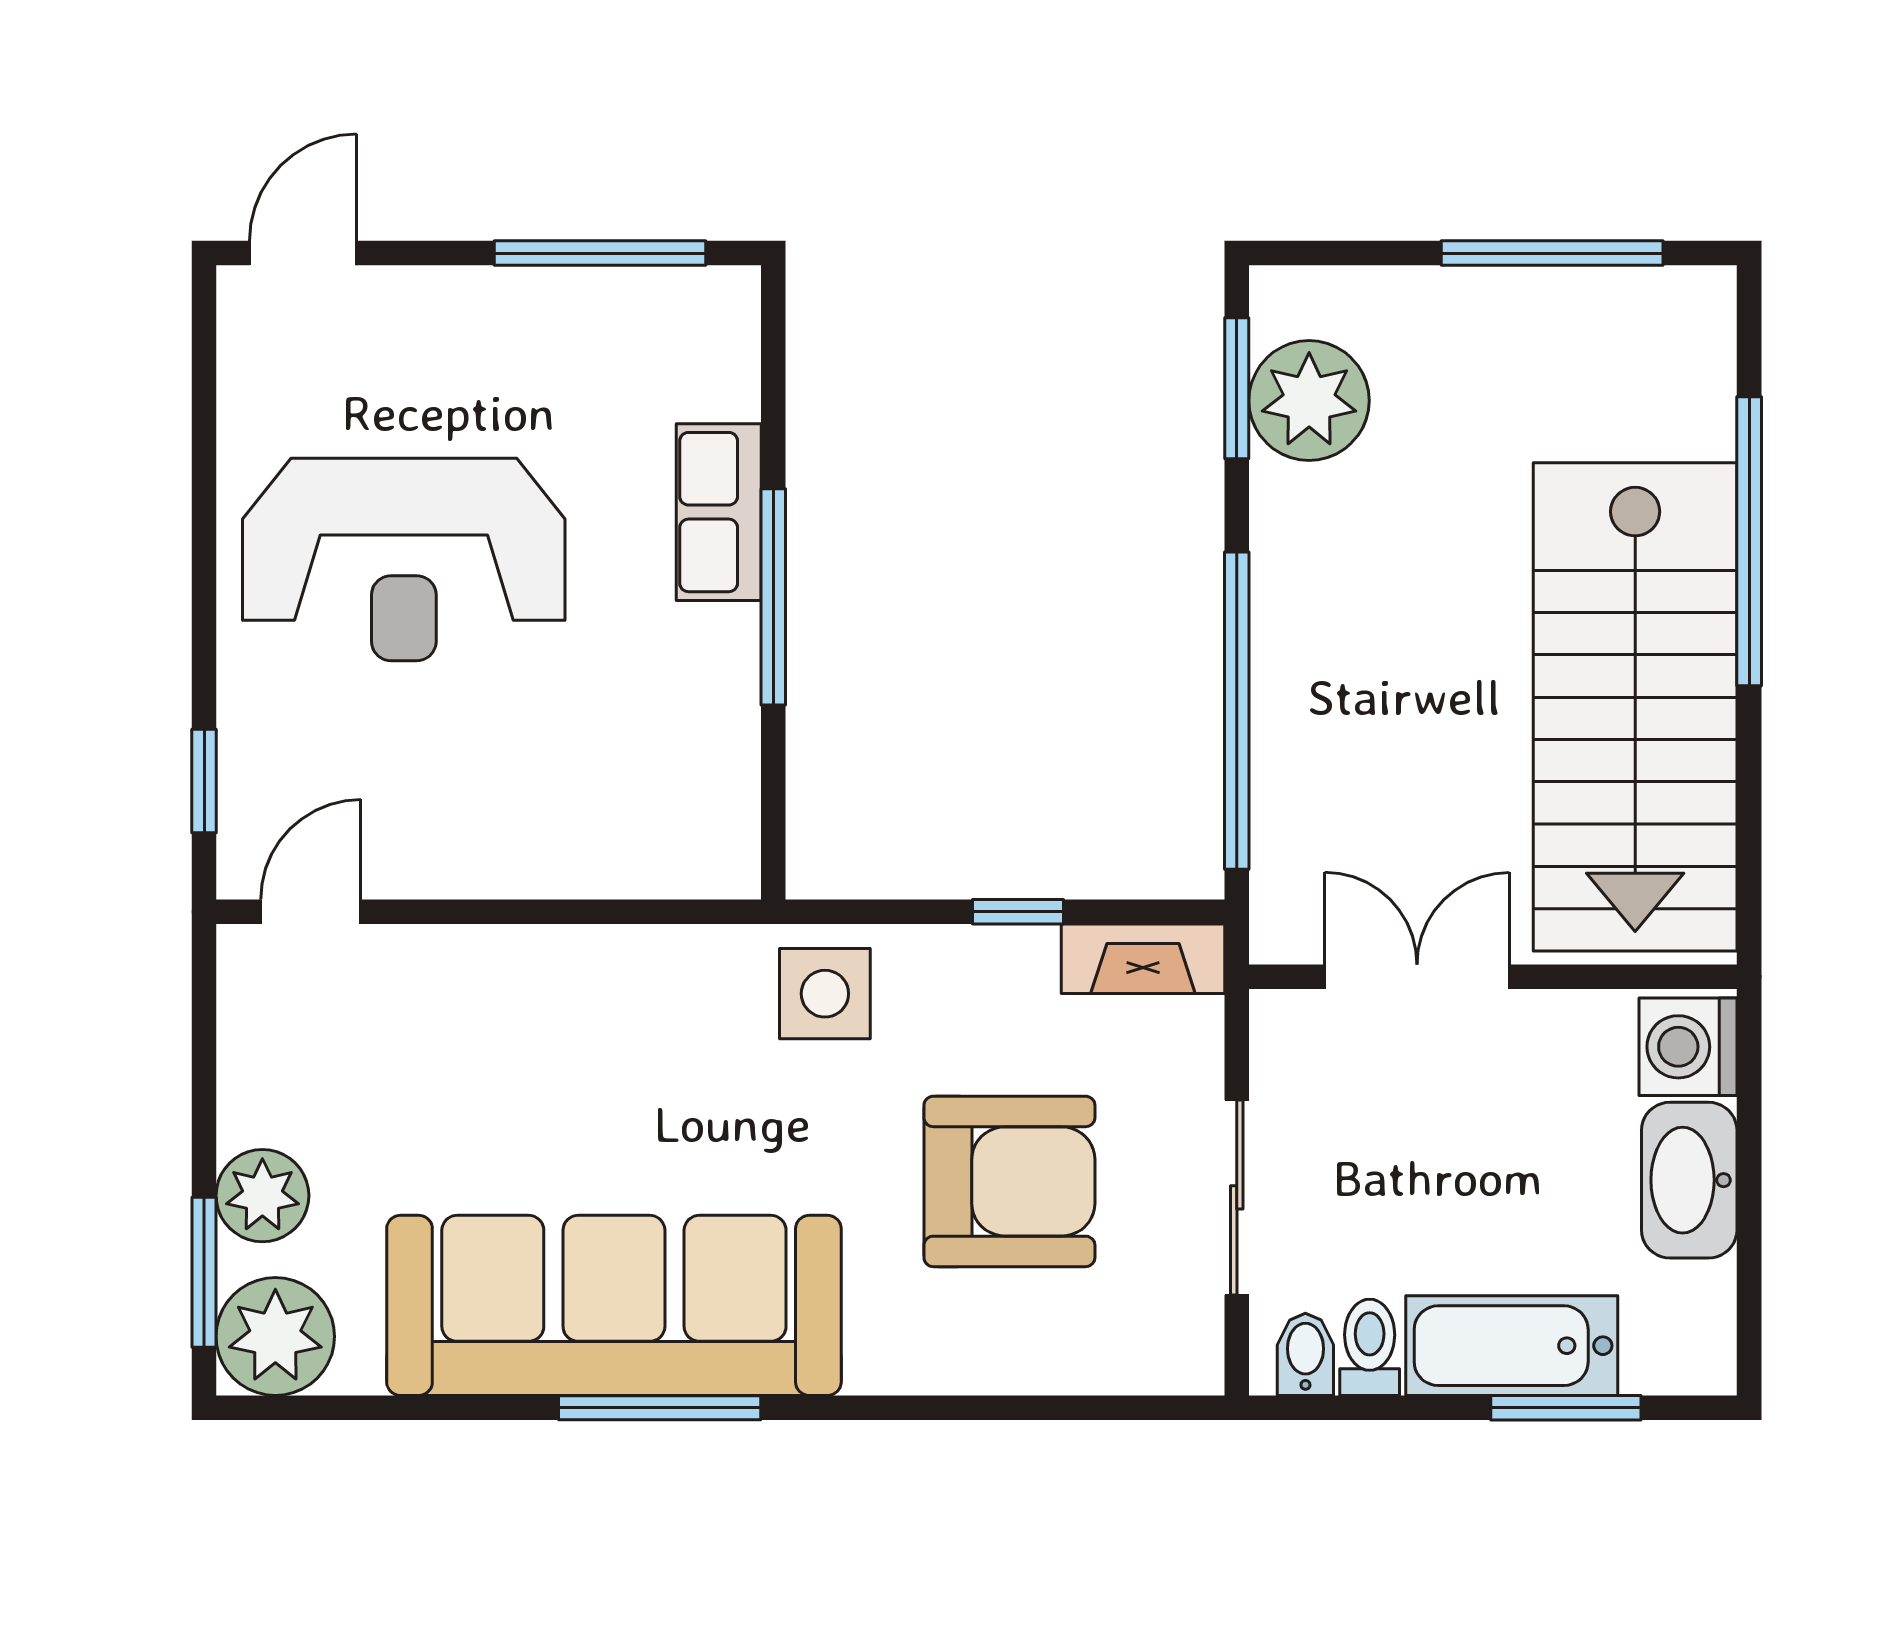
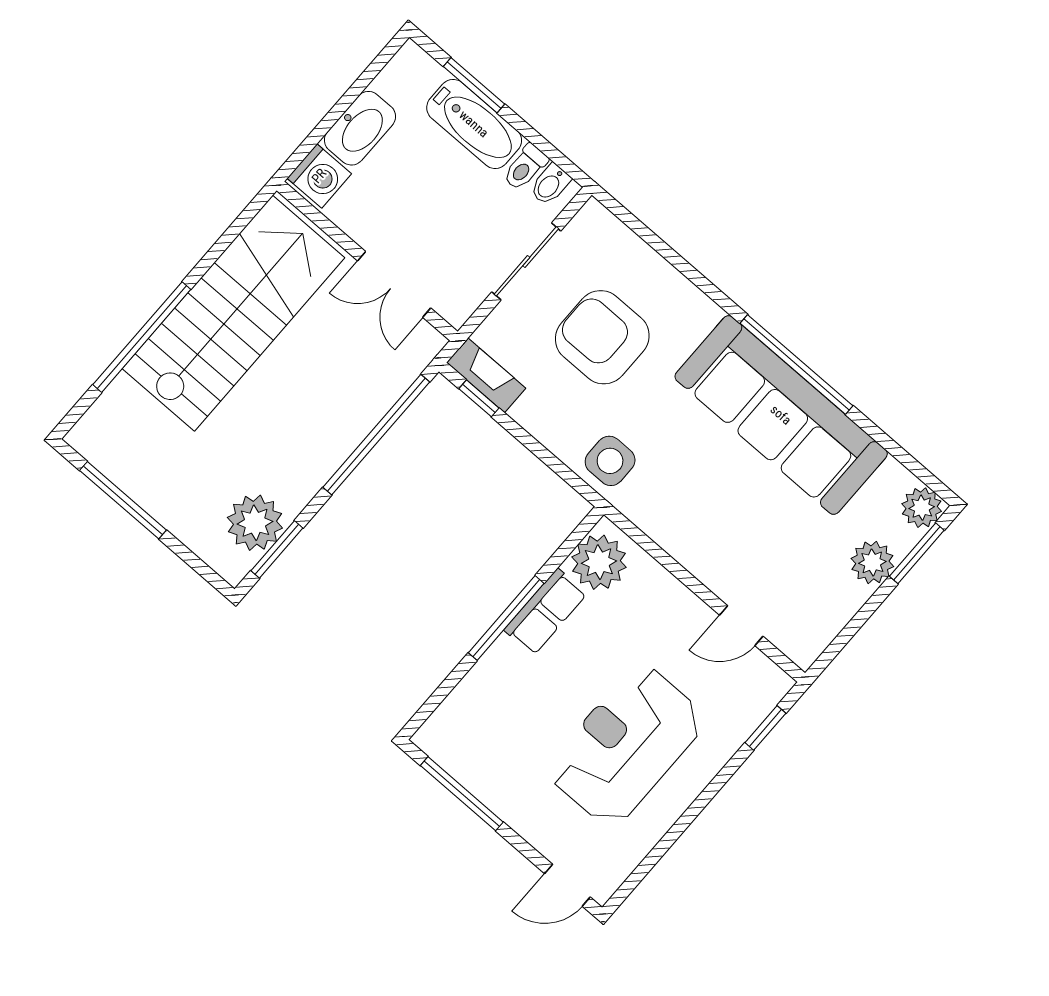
row of seats: (719, 512) -> (545, 612), moved
reception desk: (404, 559) -> (626, 745), turned -90
plant: (702, 816) -> (599, 562), added
door: (311, 912) -> (741, 626), moved
window: (1018, 912) -> (479, 398), moved
plant: (275, 1337) -> (922, 508), width x0.73, depth x0.73
window: (660, 1408) -> (796, 364), width x1.46

